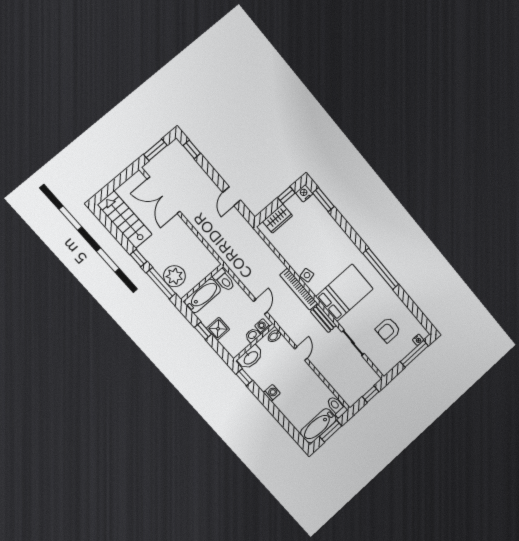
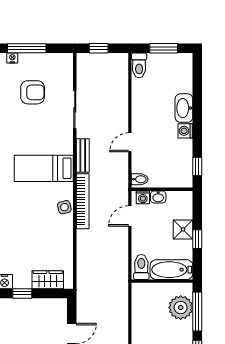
bed: (344, 293) -> (44, 168), width x0.67
washbasin: (251, 357) -> (184, 108), moved, turned -90
bathtub: (318, 426) -> (170, 63), removed

